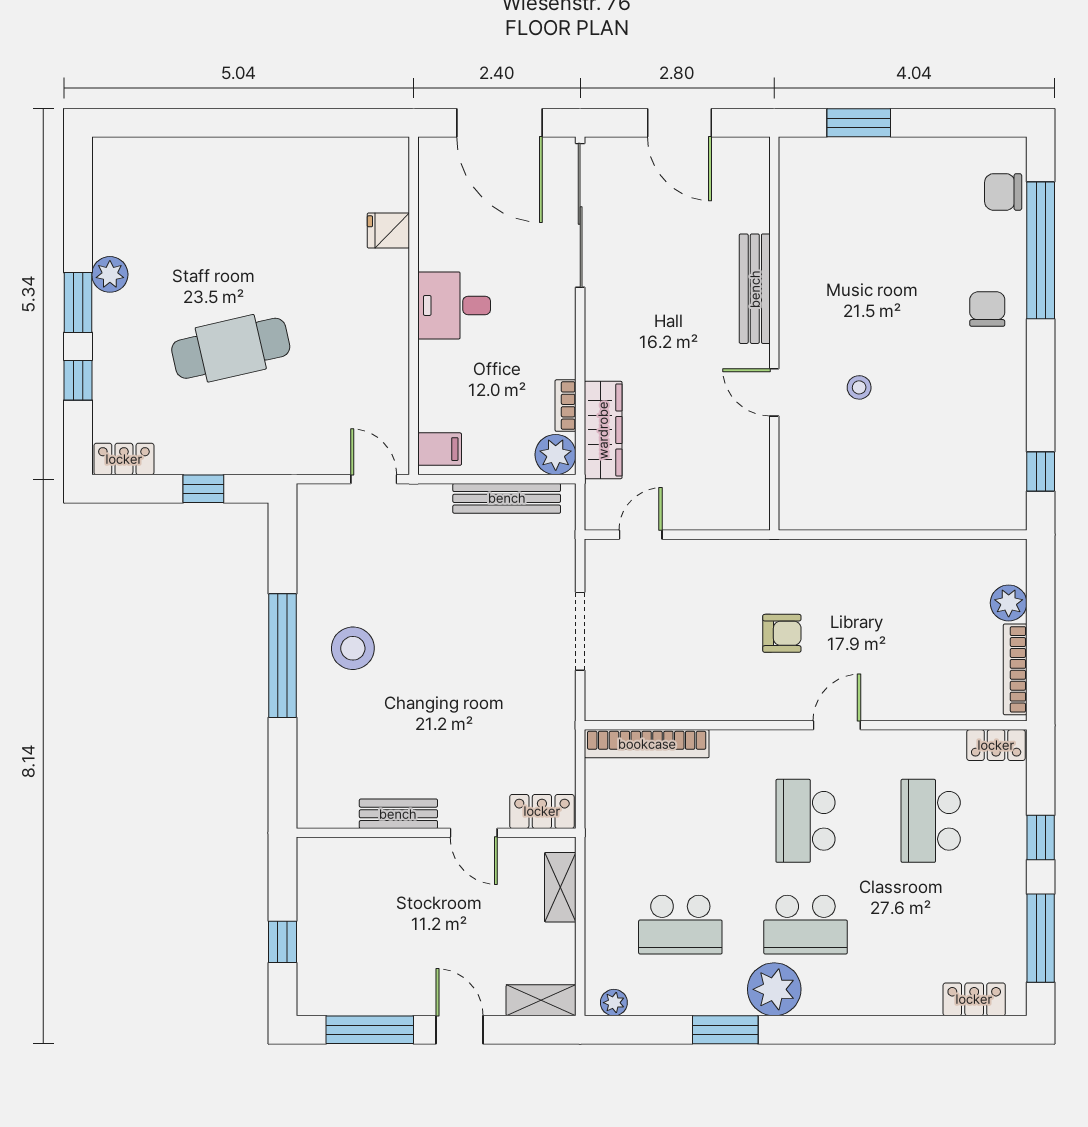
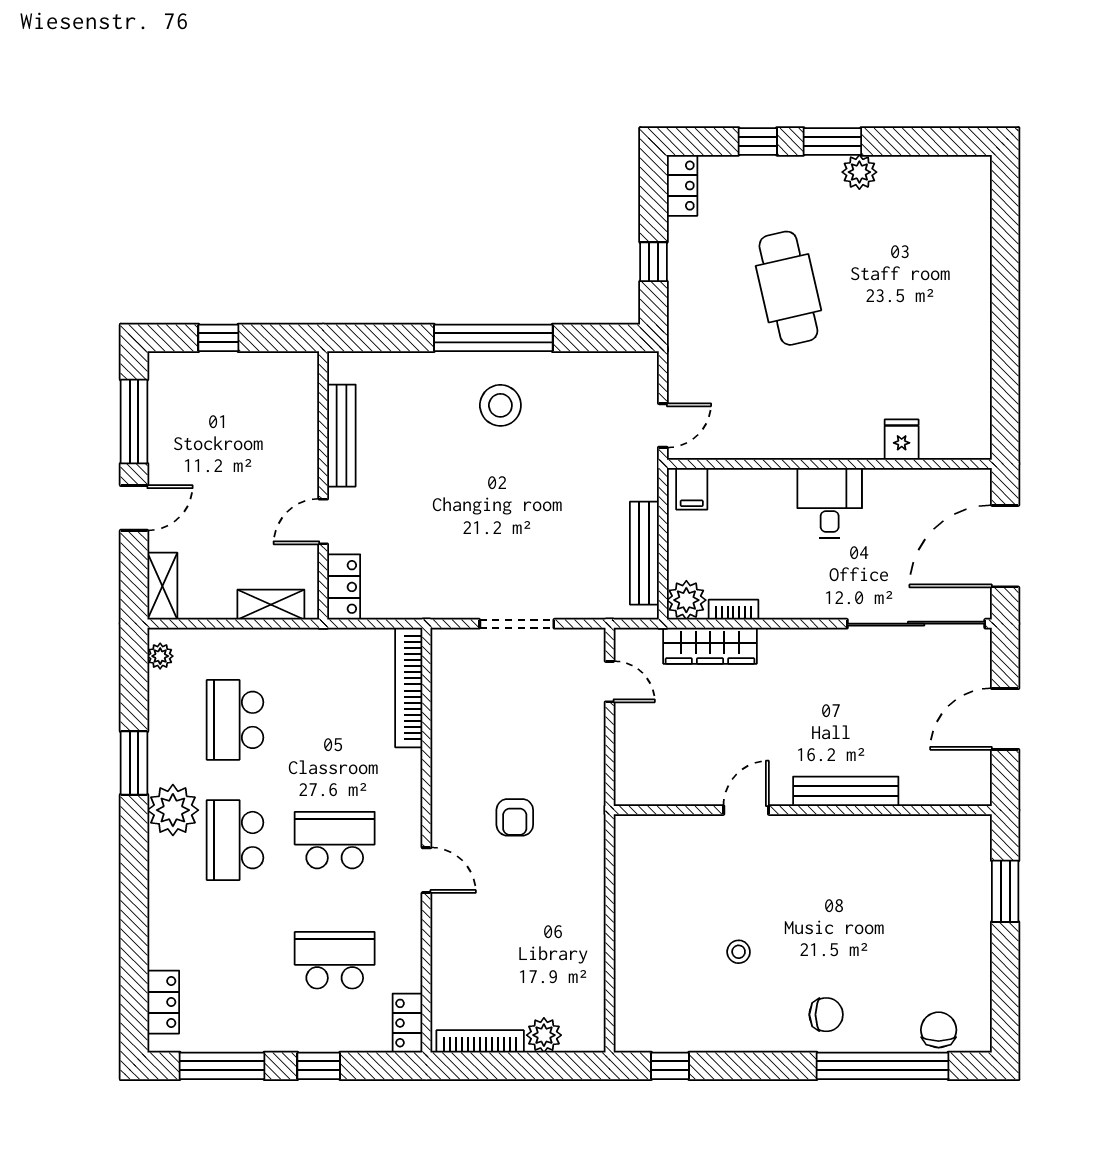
stool: (859, 387) -> (739, 952), moved
bench: (398, 814) -> (341, 436), width x1.36

